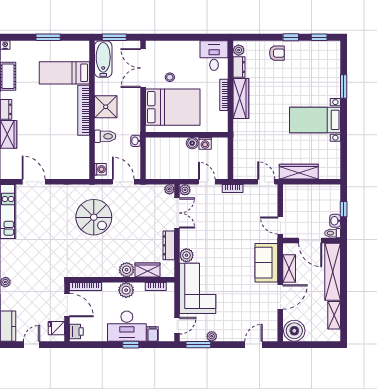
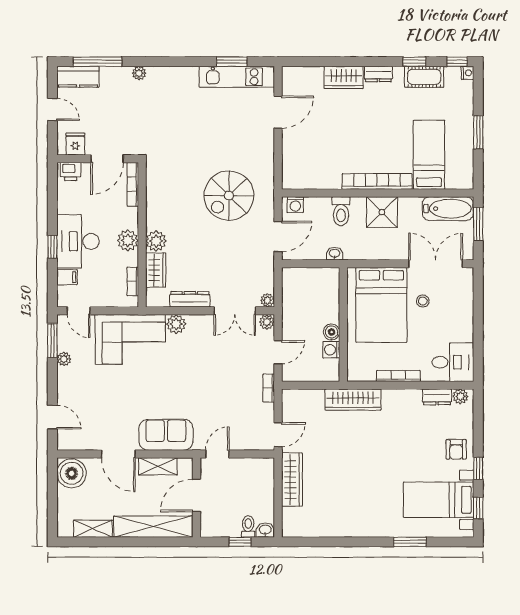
wardrobe: (241, 99) -> (353, 400), moved
bed with nightstands: (315, 120) -> (439, 500), moved, turned -90
washbasin: (335, 221) -> (265, 530), moved
toilet: (333, 233) -> (248, 527), moved

